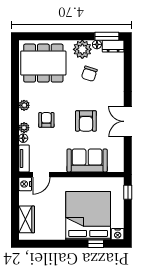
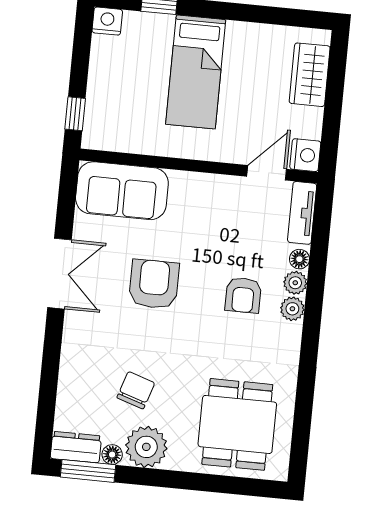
dining table: (43, 63) -> (237, 424), width x0.73
plant: (24, 105) -> (292, 309), moved
sofa: (87, 160) -> (122, 191), moved
bed: (88, 216) -> (196, 72), width x0.49

